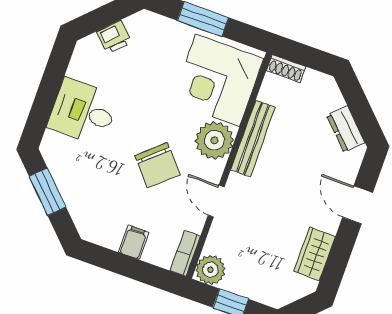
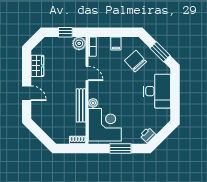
printer: (114, 37) -> (148, 135), moved
desk: (83, 112) -> (157, 91), width x1.37
dresser: (346, 129) -> (43, 124), removed
plant: (214, 140) -> (93, 103), width x0.53, depth x0.53
chair: (157, 165) -> (135, 61), moved

